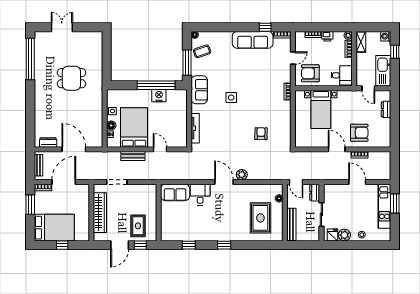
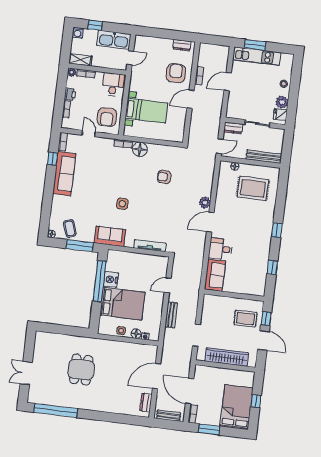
floor lamp: (284, 108) -> (140, 149), added
dresser: (386, 109) -> (182, 45), moved
bed: (134, 128) -> (122, 304), moved, turned 180

